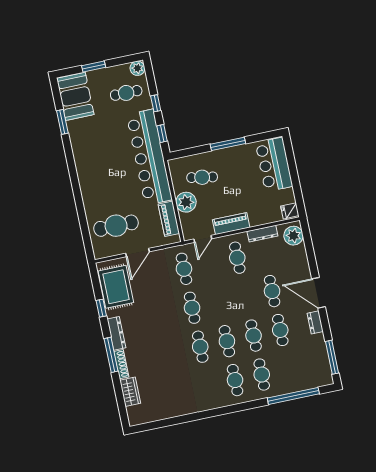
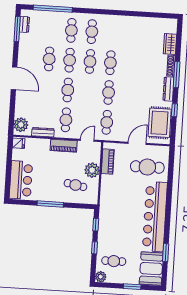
bar counter: (149, 157) -> (155, 217), moved, turned 180
cafe table: (272, 291) -> (68, 90), moved
dresser: (315, 322) -> (24, 24), moved

